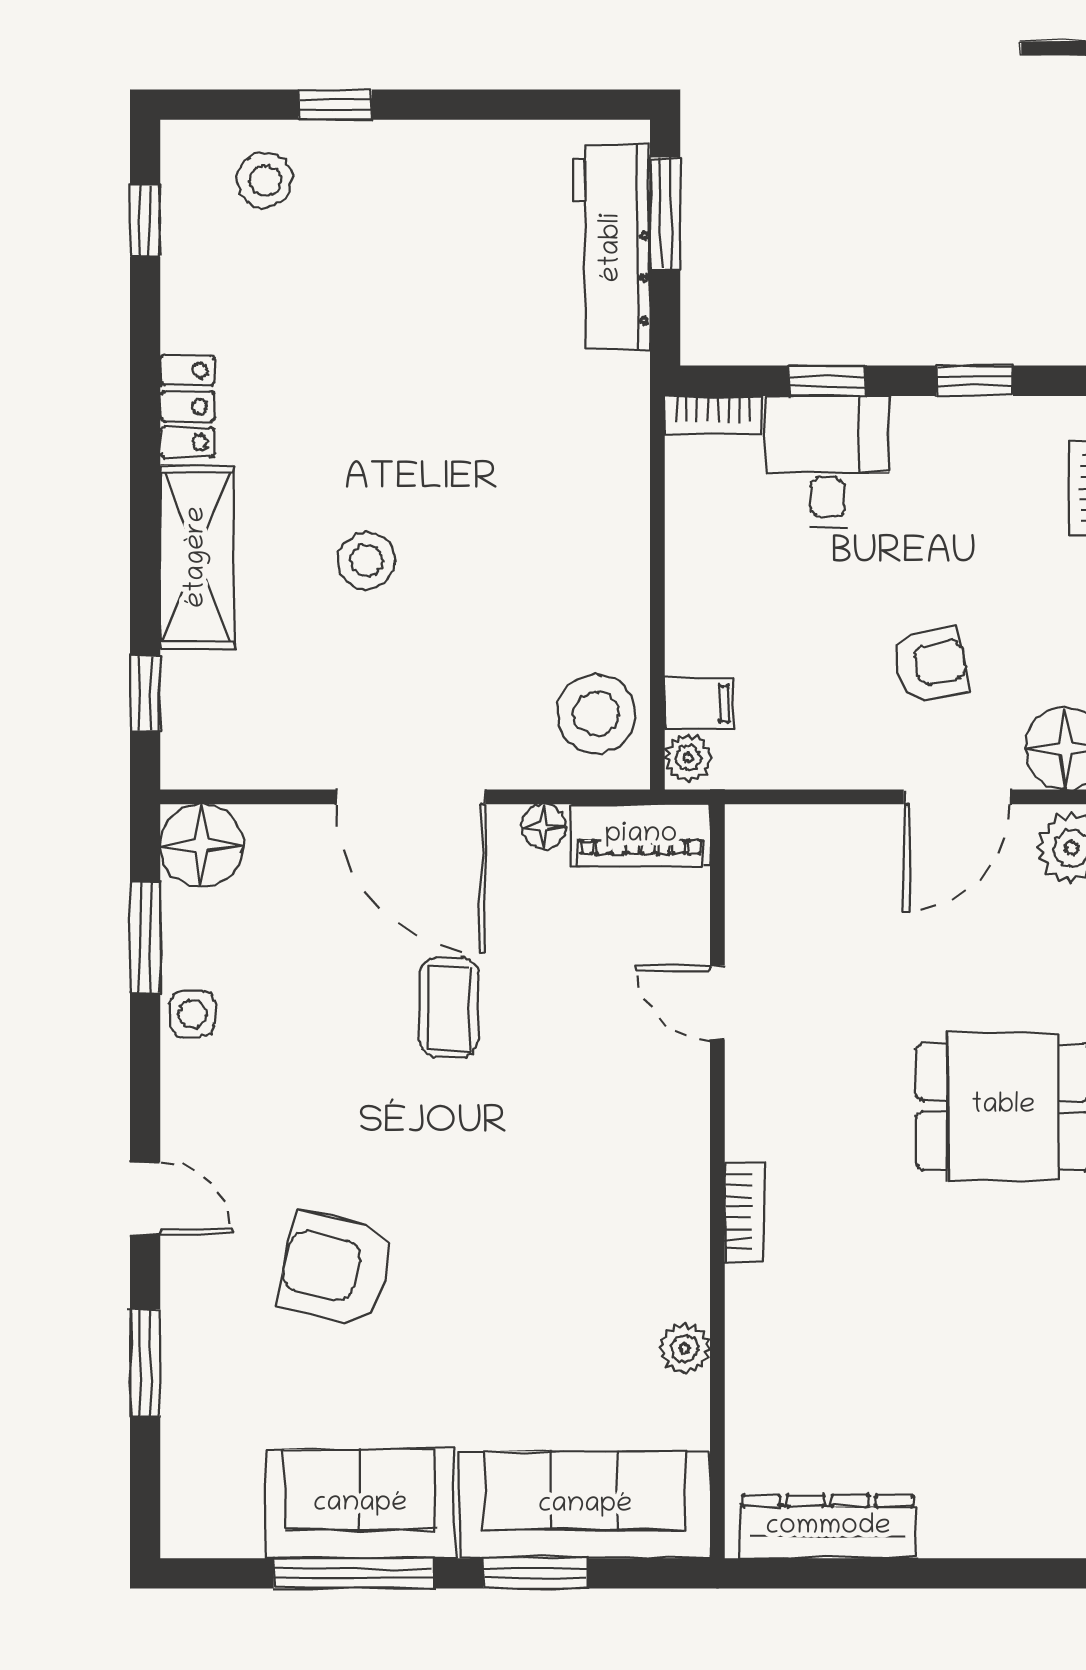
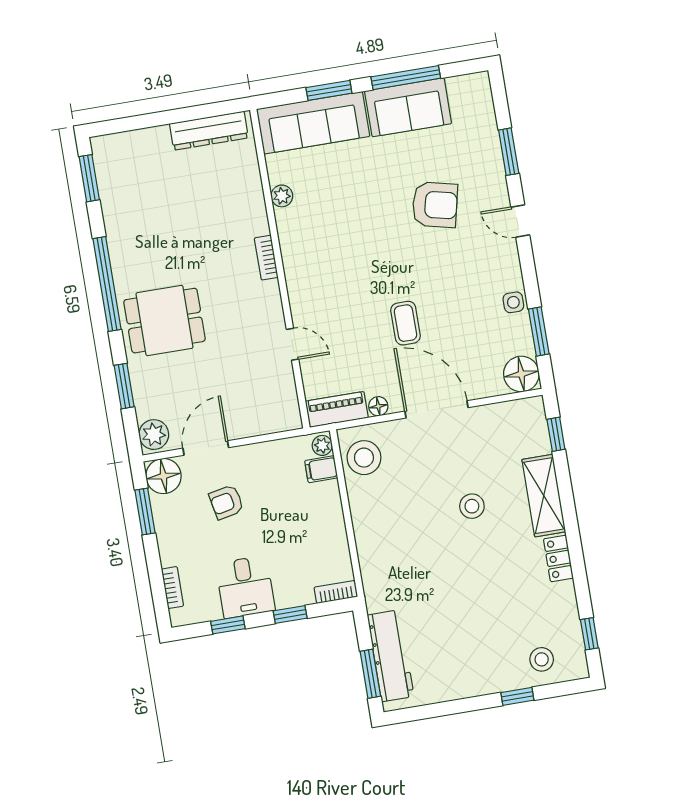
desk: (827, 461) -> (245, 587), moved

